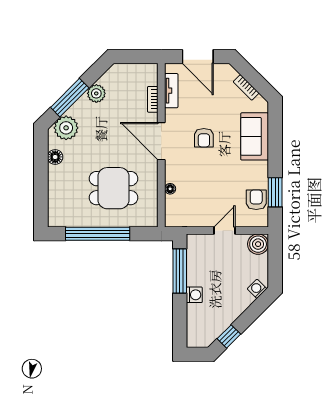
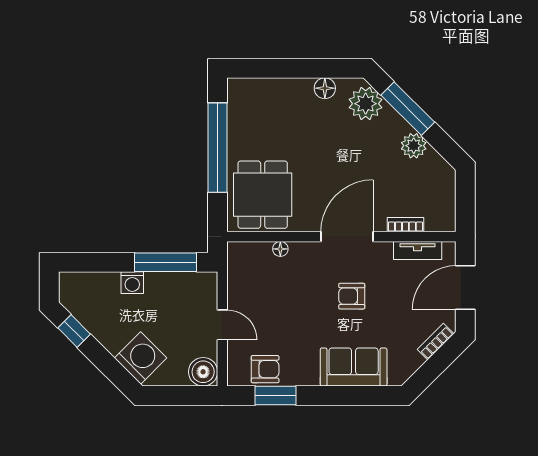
bookcase: (246, 87) -> (436, 342), moved
dining table: (114, 188) -> (263, 195), moved
washing machine: (257, 289) -> (141, 358), width x1.89, depth x1.89

